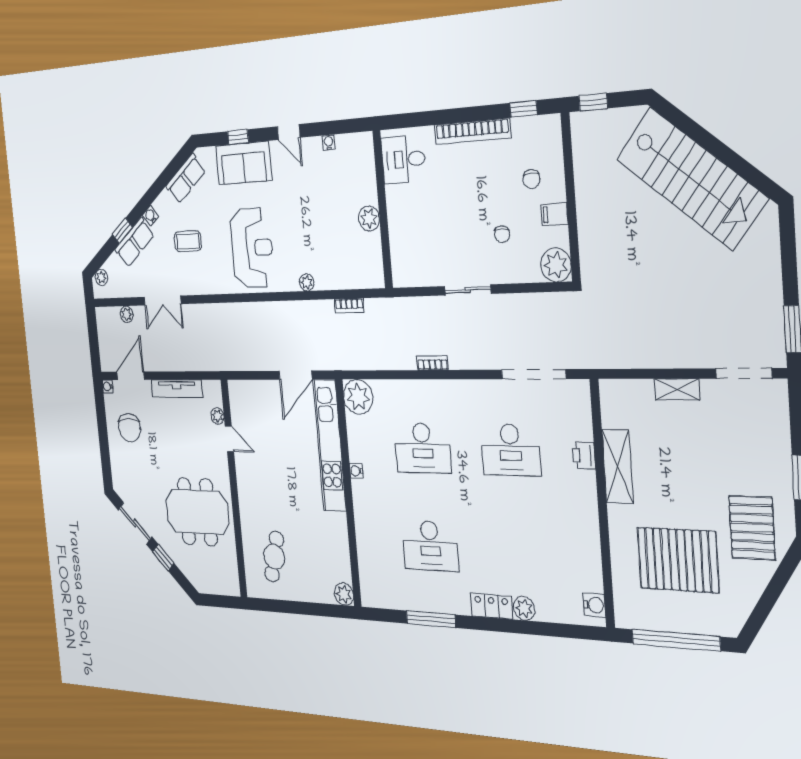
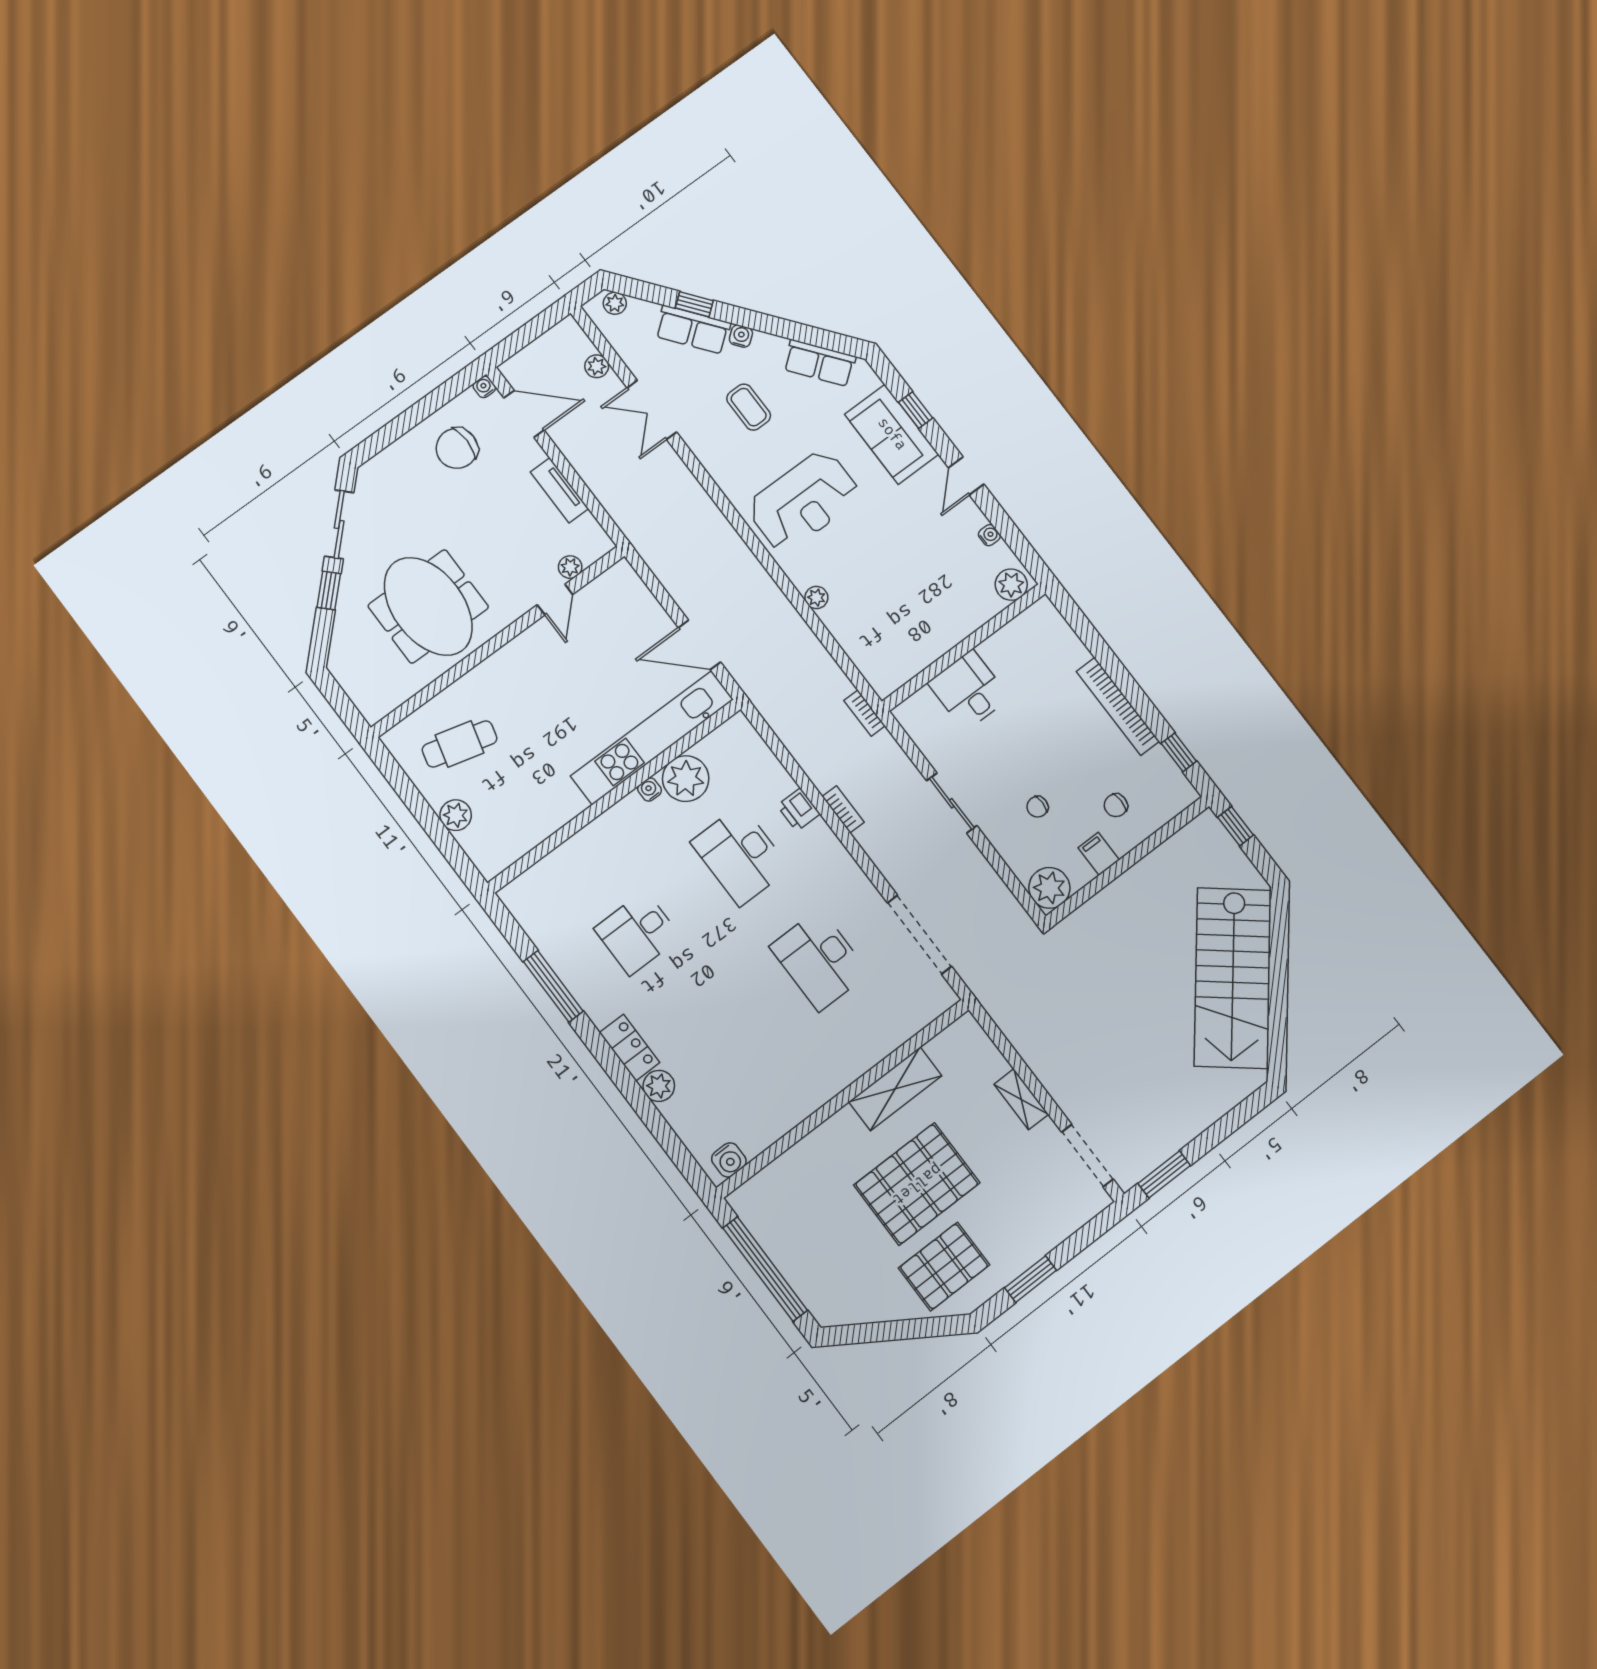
desk: (403, 159) -> (969, 690), moved
plant: (369, 218) -> (1011, 585), moved
bookcase: (349, 306) -> (865, 713), moved
tv unit: (177, 389) -> (559, 490), width x0.71
plant: (358, 397) -> (686, 779), moved
printer: (584, 456) -> (799, 810), moved, turned -90
desk: (430, 546) -> (637, 933), width x0.73
pallet: (678, 560) -> (917, 1184), moved, turned 90
plant: (344, 594) -> (456, 815), moved

